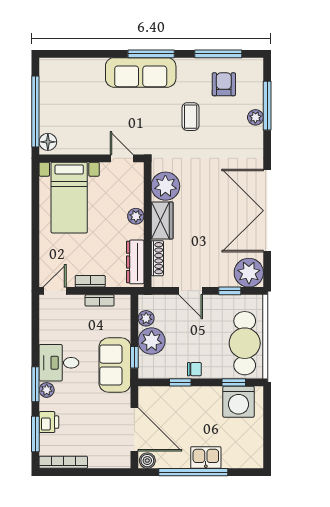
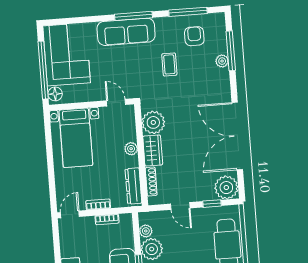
corner sofa: (66, 95) -> (67, 54), added

